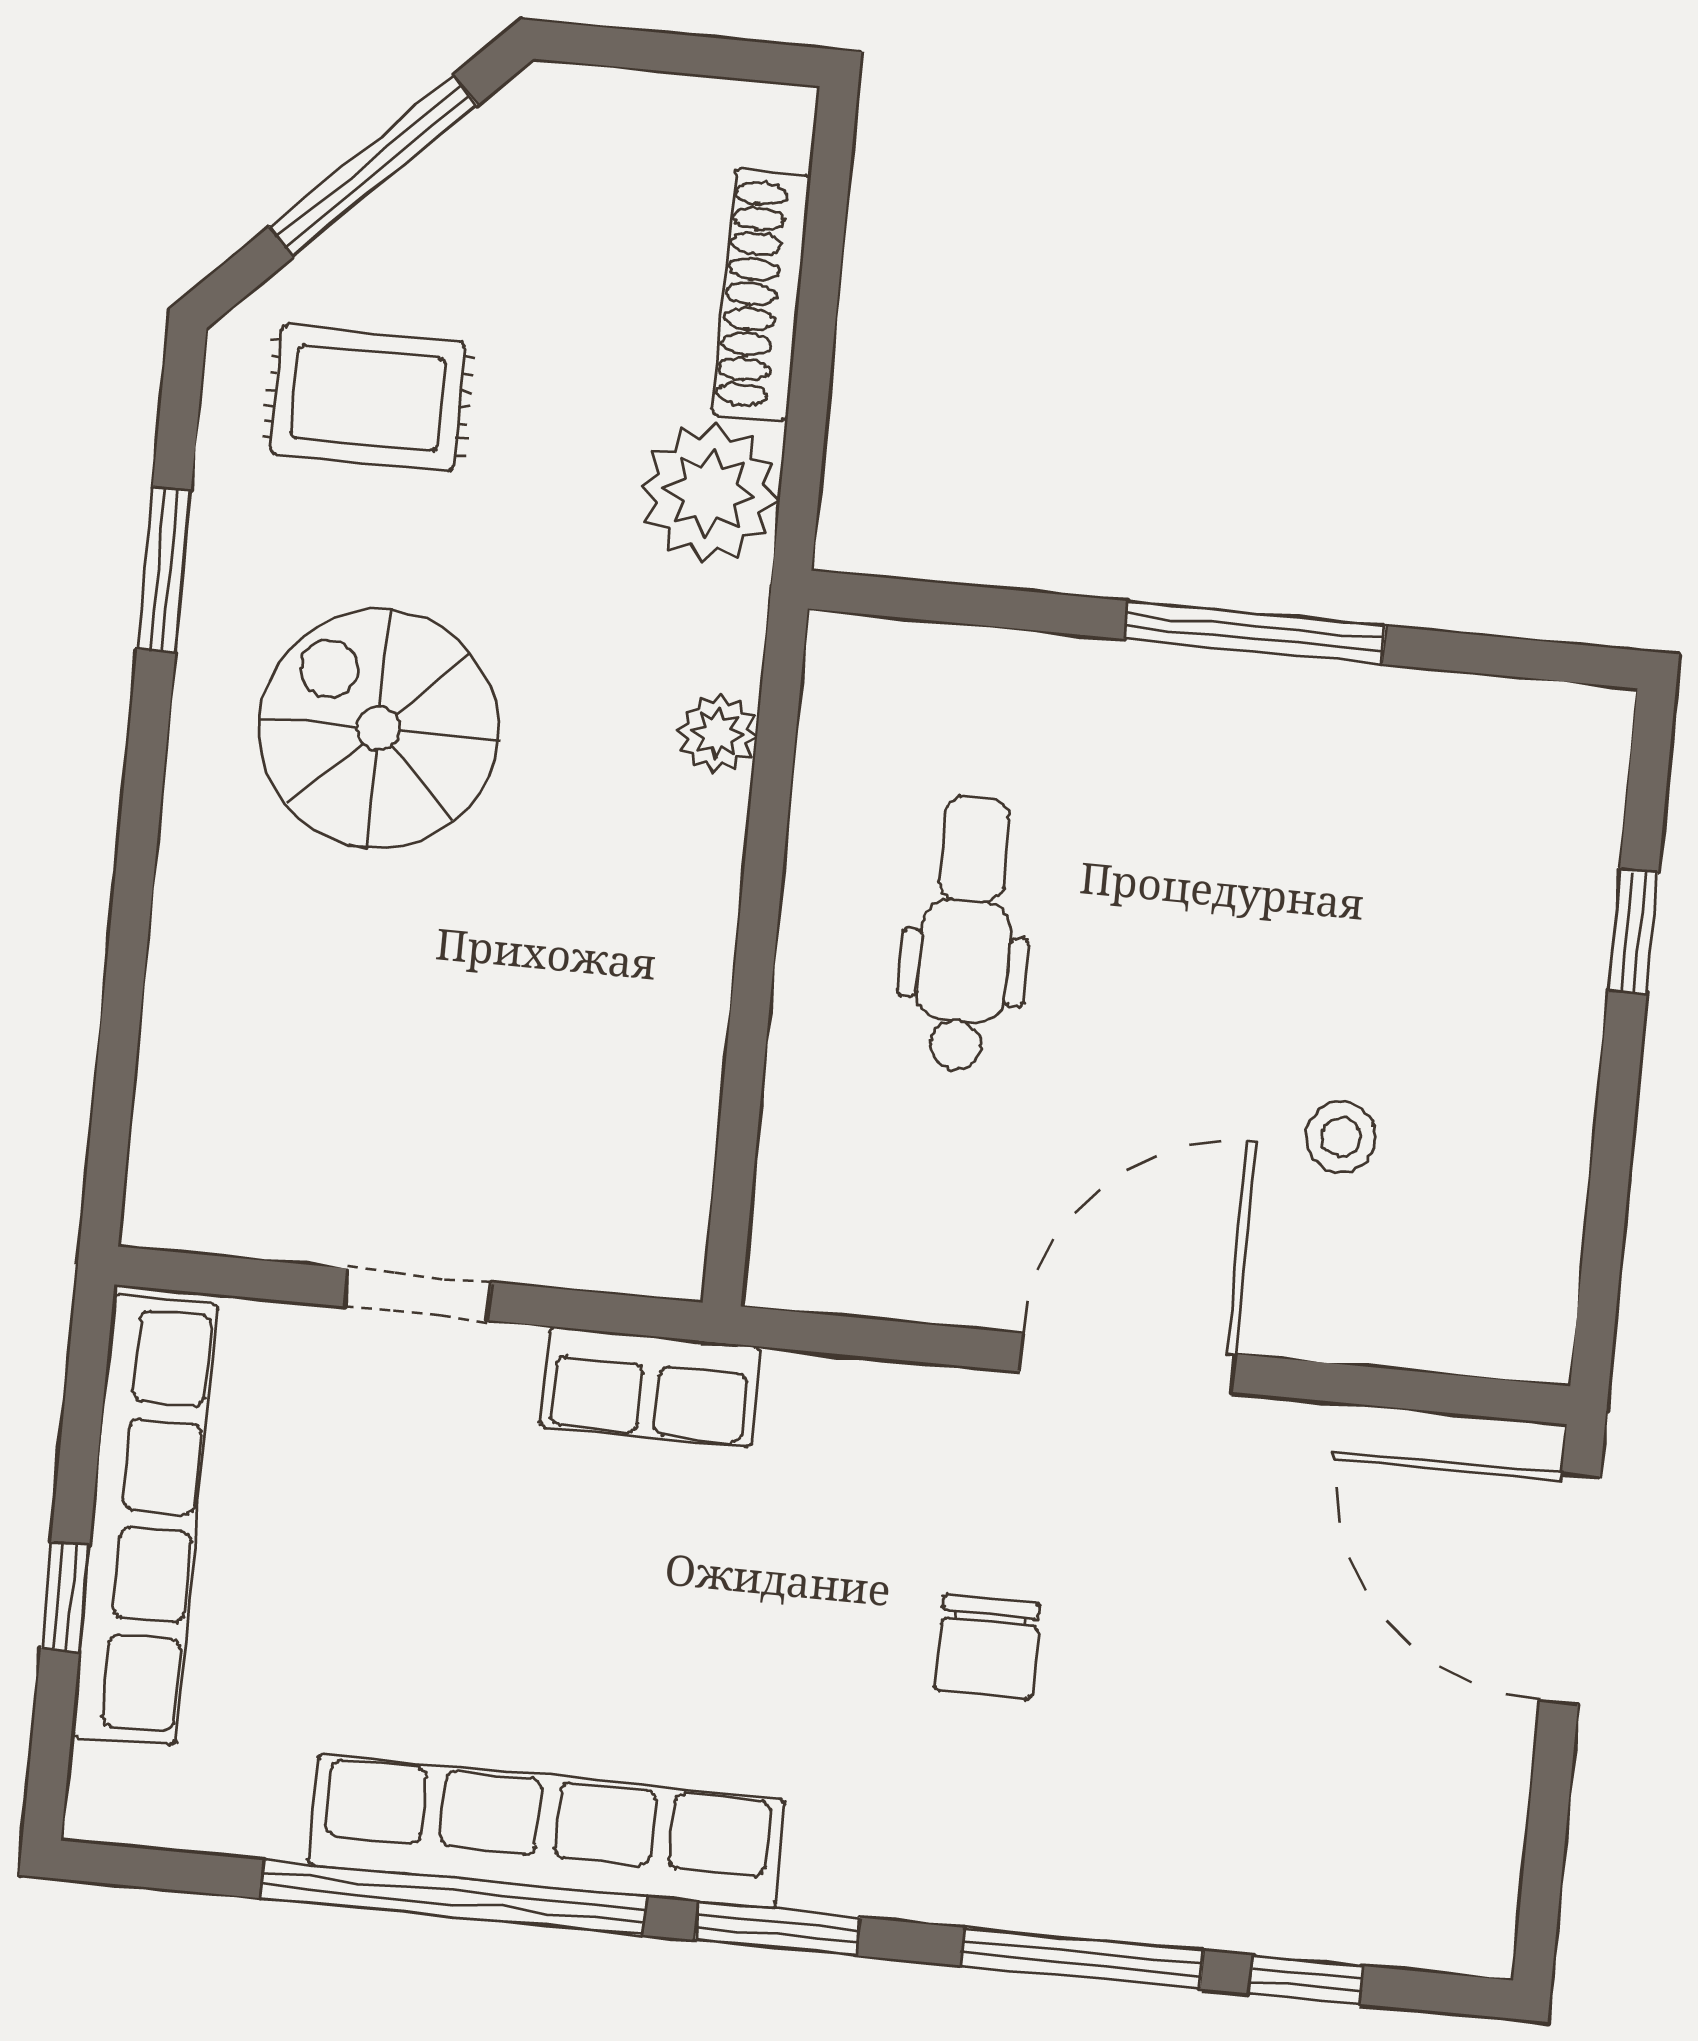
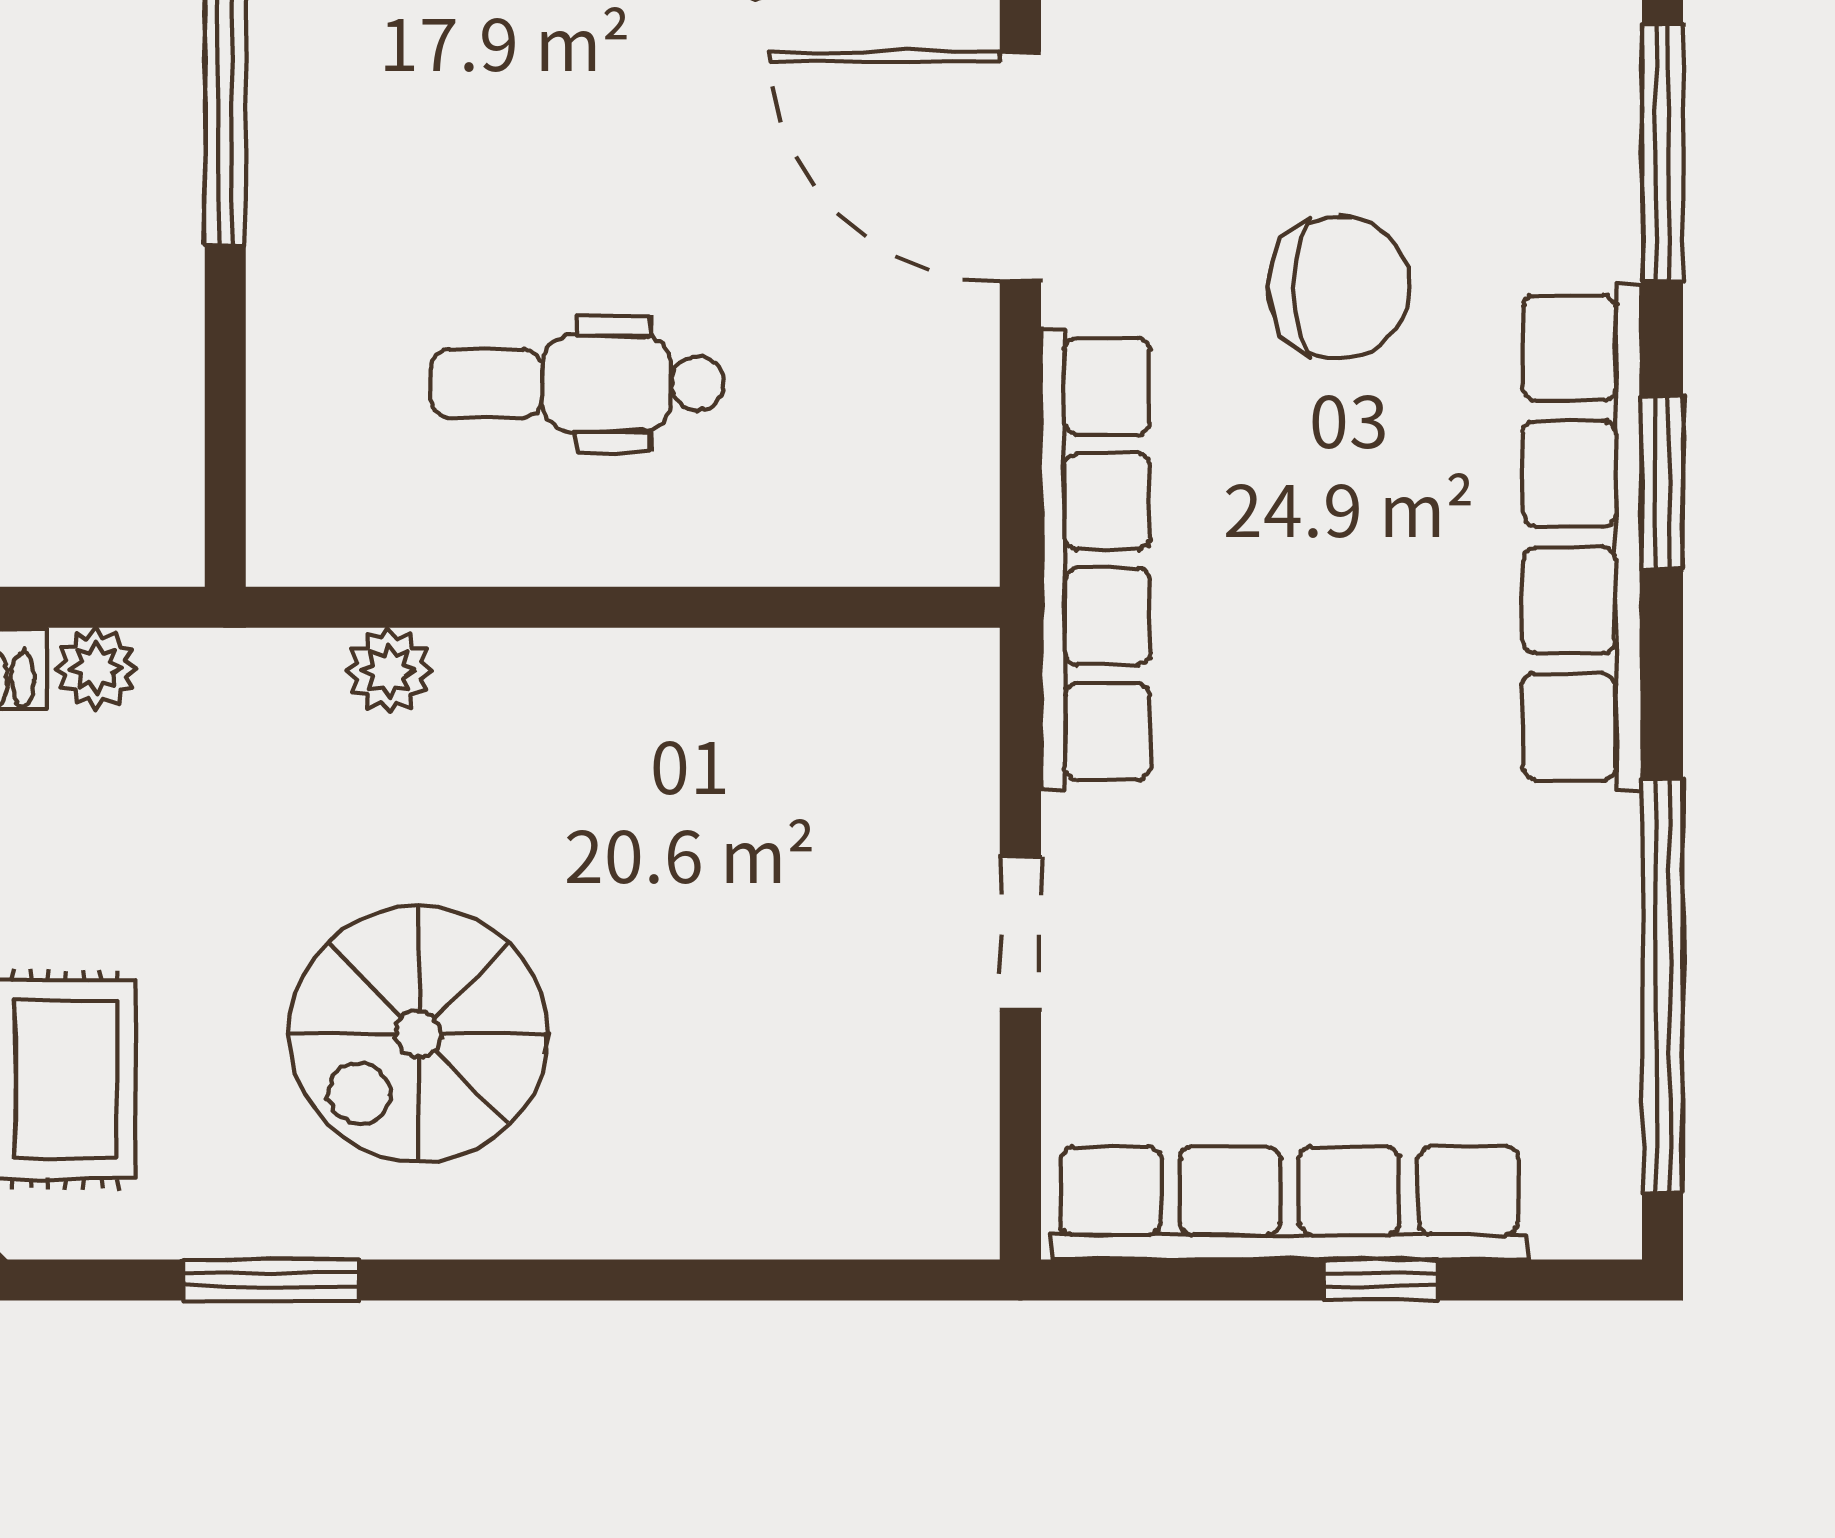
plant: (709, 493) -> (96, 668), width x0.53, depth x0.53
row of seats: (650, 1387) -> (1095, 559), width x2.02
chair: (987, 1647) -> (1339, 287), width x1.37, depth x1.37
row of seats: (547, 1832) -> (1582, 537), moved
window: (453, 1898) -> (1663, 985), moved

